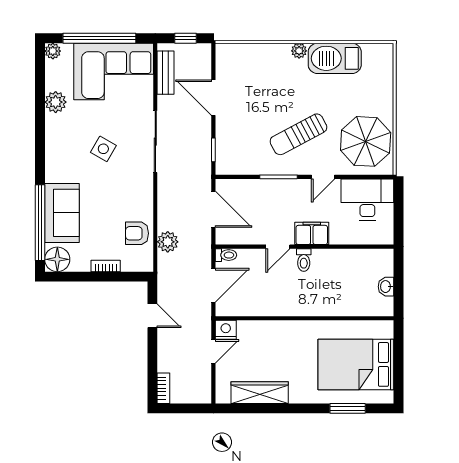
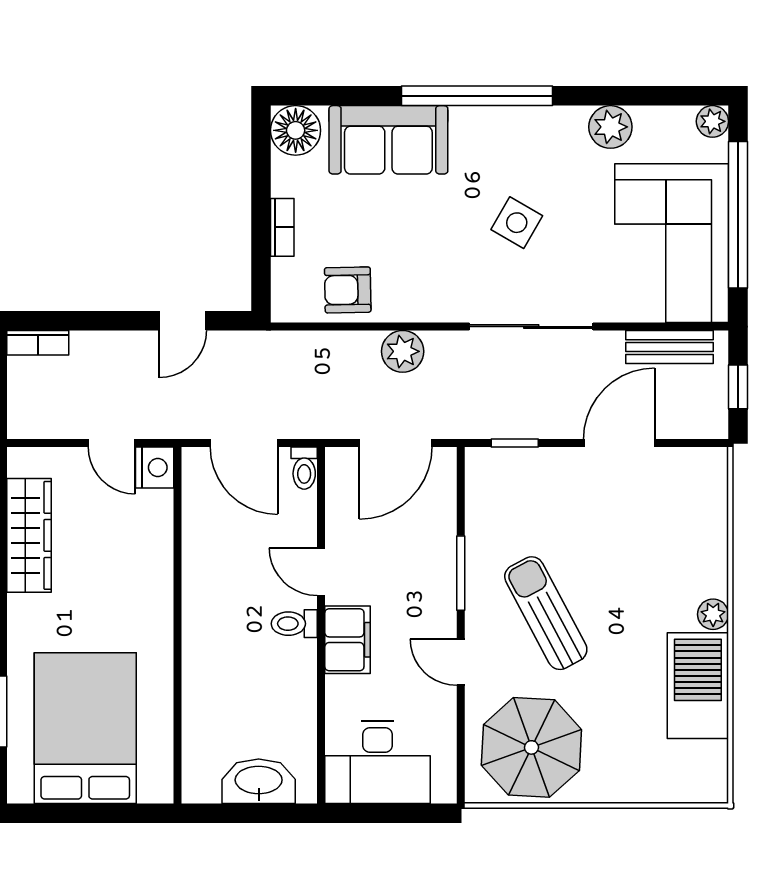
desk: (367, 199) -> (378, 762), moved, turned 90
window: (40, 223) -> (477, 96), moved
armchair: (137, 233) -> (348, 290), turned -91
plant: (168, 242) -> (403, 351), moved
washbasin: (386, 287) -> (259, 781), width x1.91, depth x1.45

